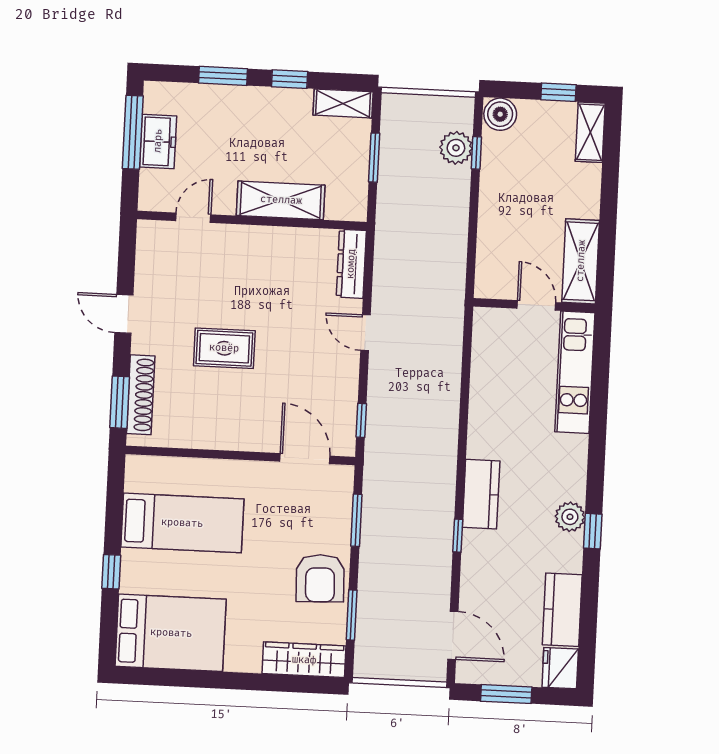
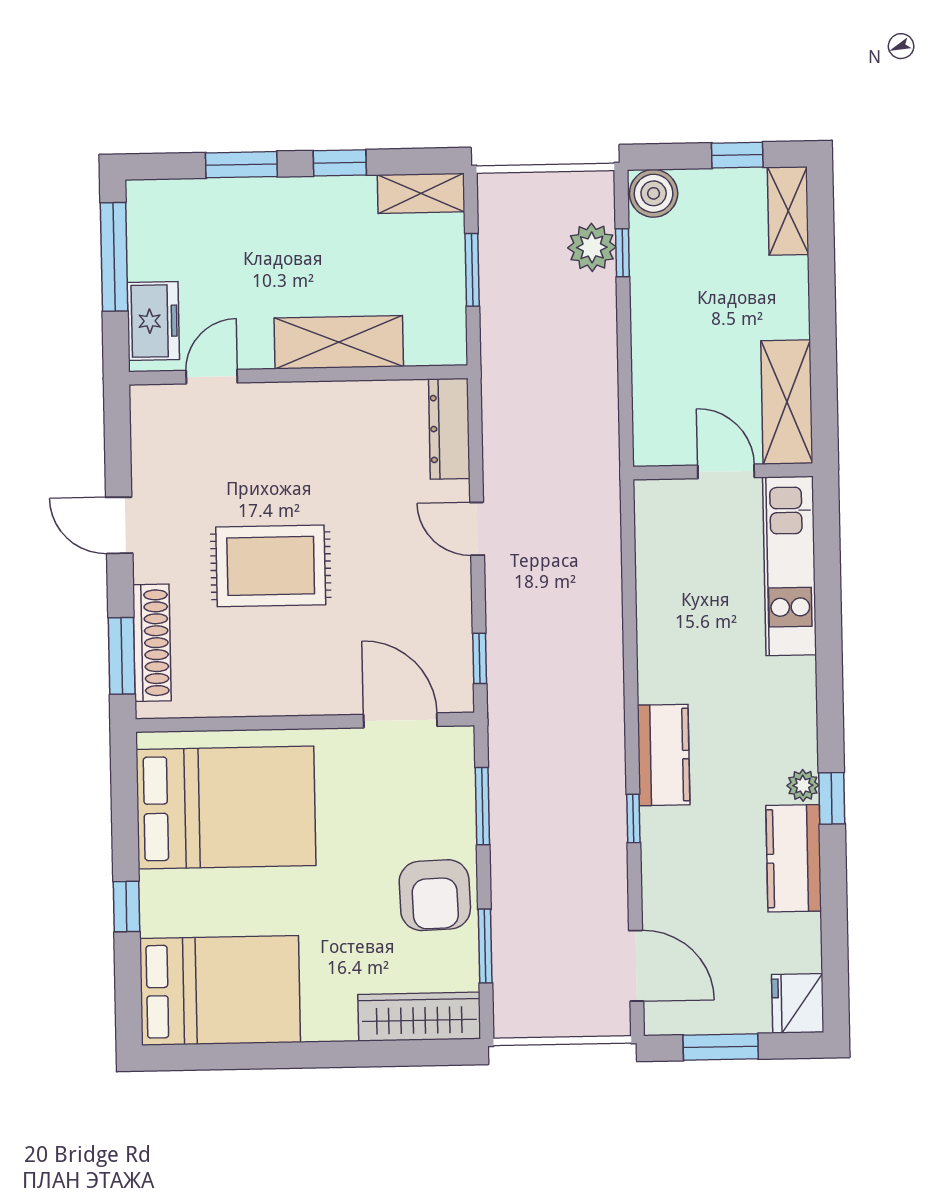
freezer: (158, 141) -> (153, 321), moved
rug: (224, 348) -> (271, 566), width x1.36, depth x1.43
plant: (570, 517) -> (803, 785), width x0.73, depth x0.73
bed: (182, 523) -> (226, 808), width x1.50
kitchen counter: (562, 610) -> (794, 858), moved

